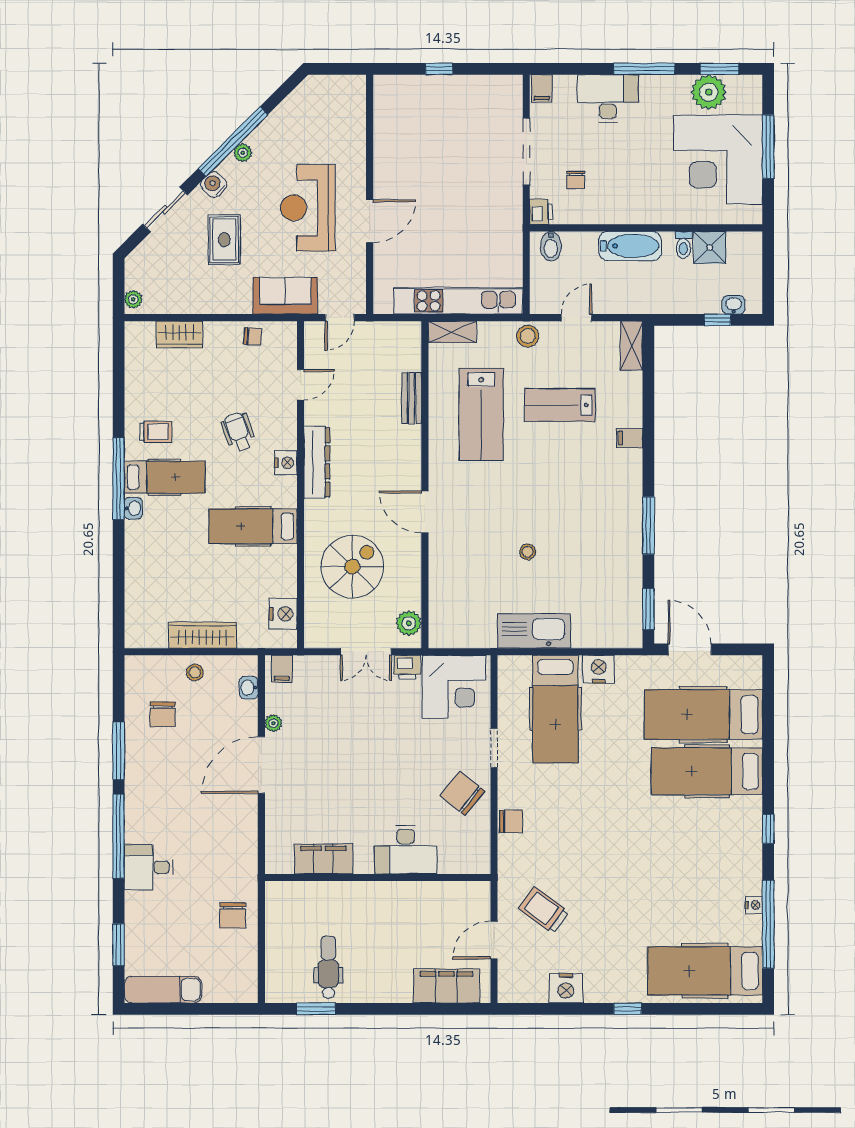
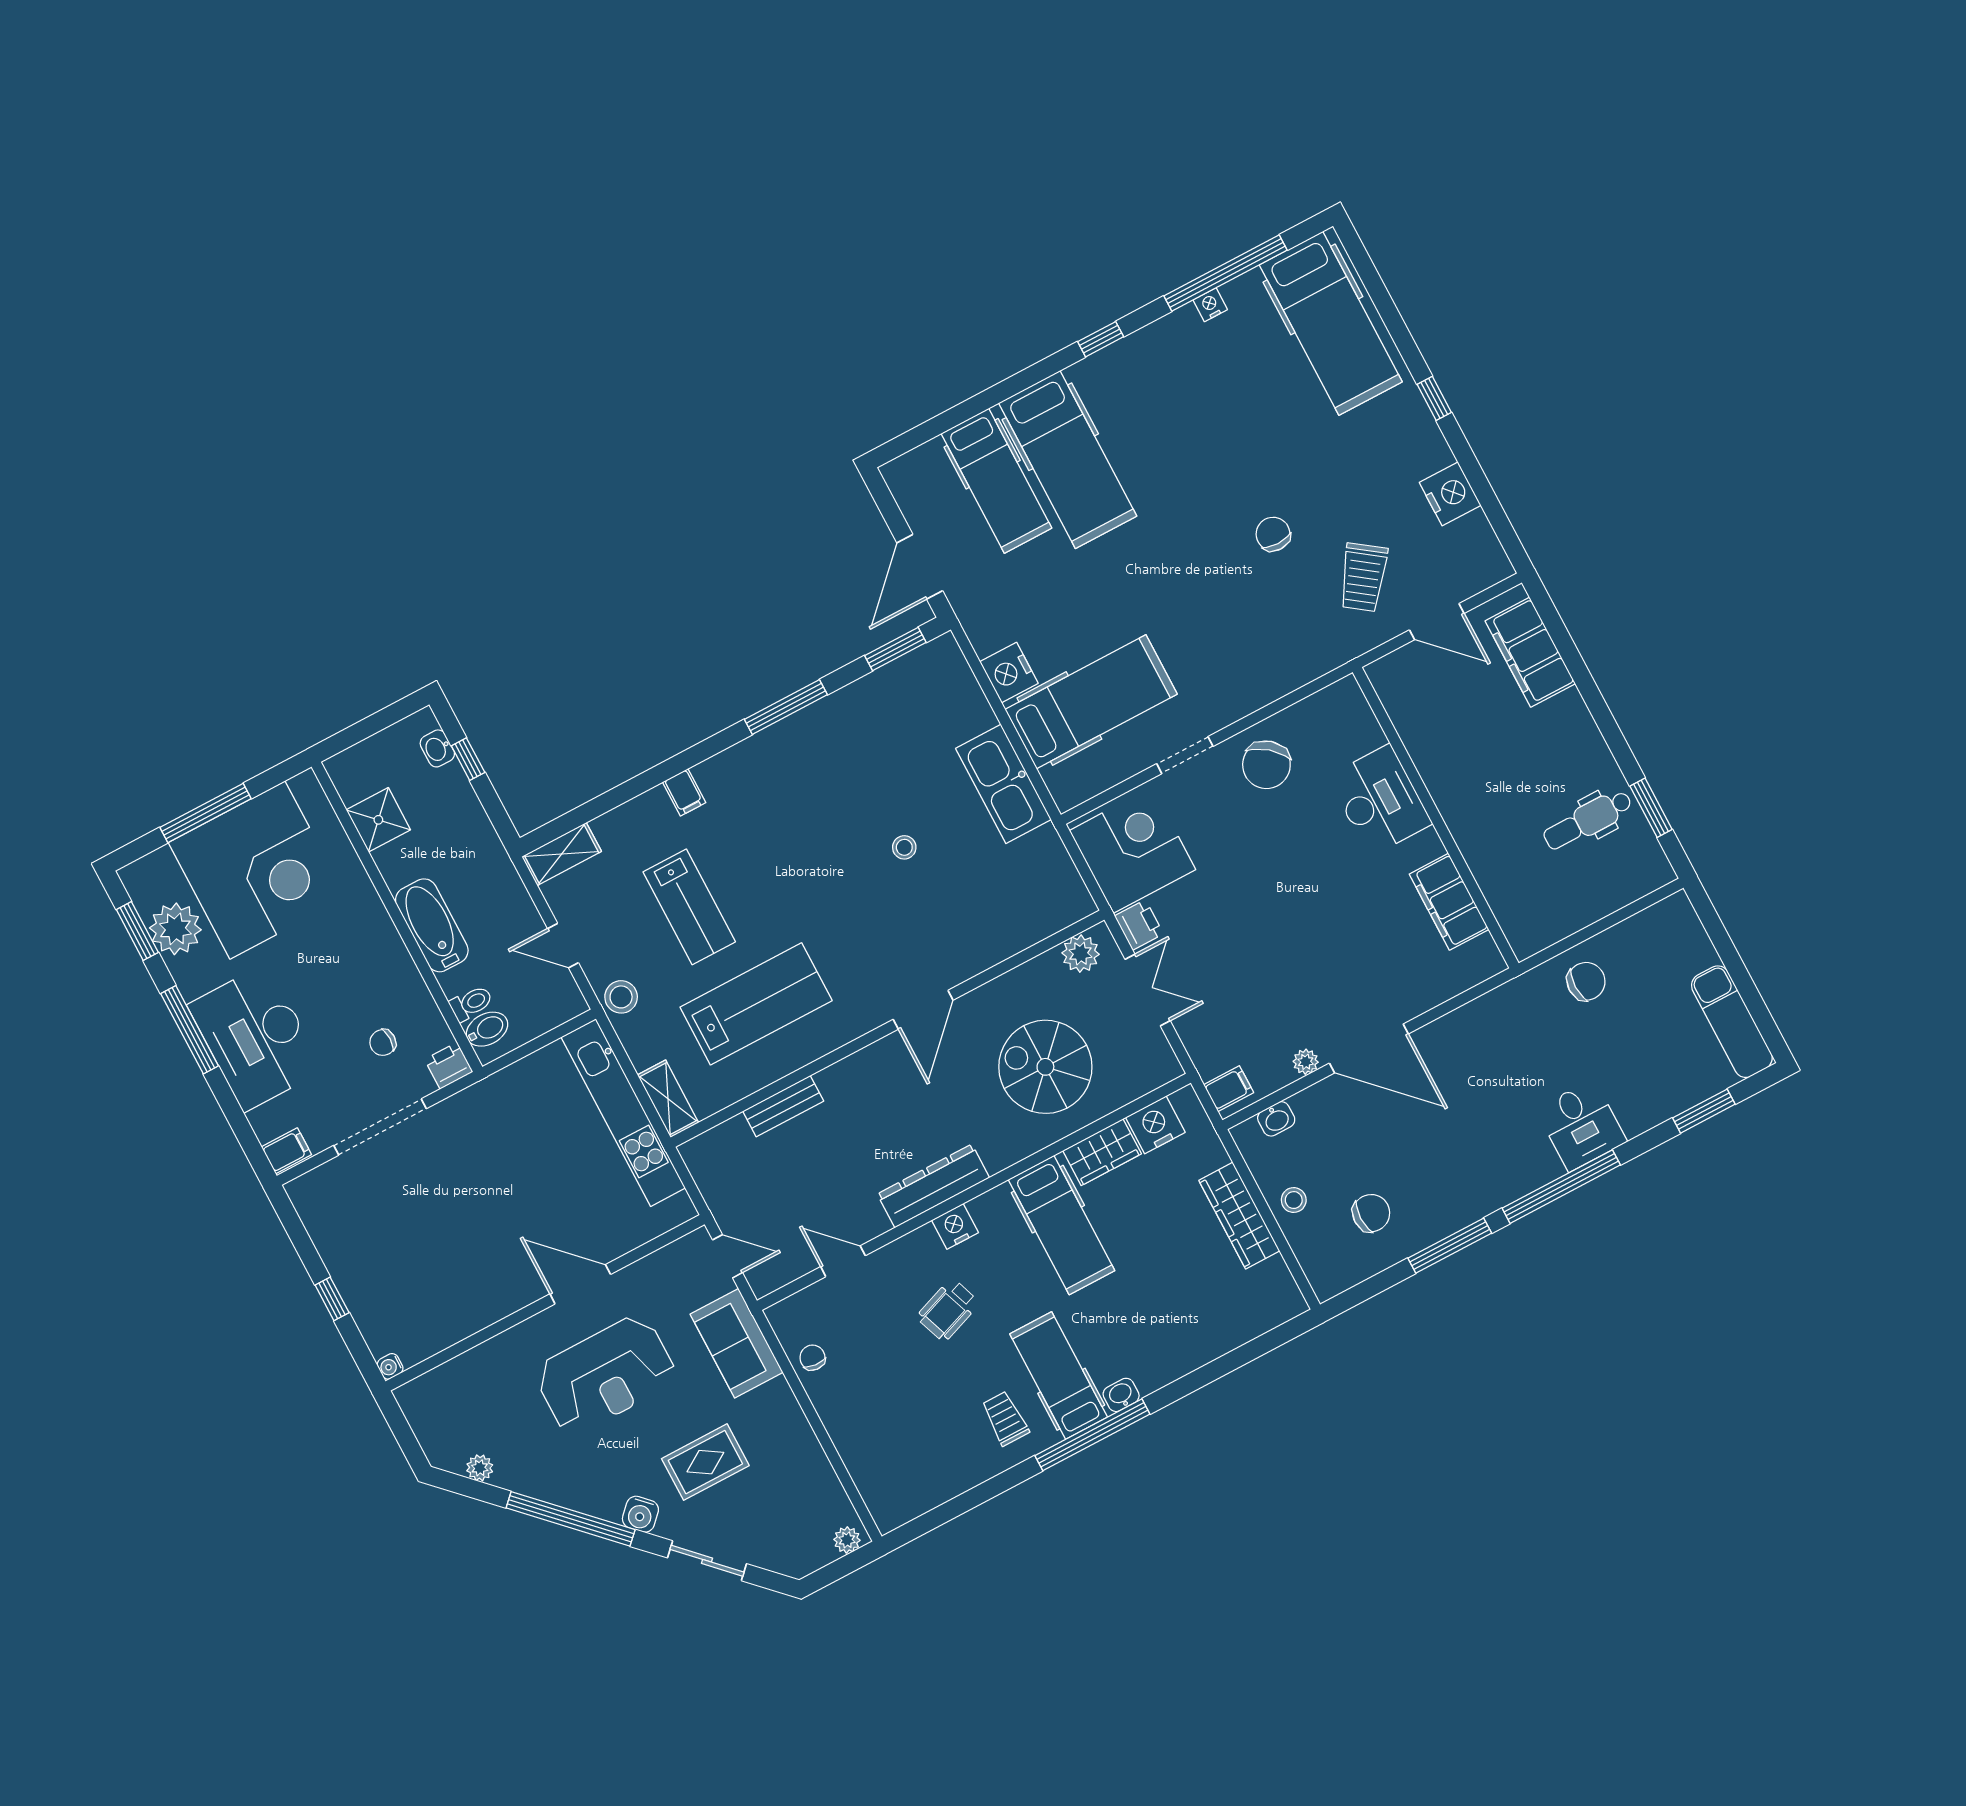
water cooler: (381, 82) -> (390, 1366), added
desk: (608, 98) -> (255, 1038), width x1.36, depth x1.30
plant: (243, 153) -> (480, 1468), moved
chair: (576, 180) -> (383, 1042), turned 180
toilet: (683, 245) -> (471, 1003), moved
wardrobe: (179, 334) -> (1102, 1152), moved, turned 90
hospital bed: (703, 715) -> (996, 481), width x0.73, depth x0.78
chair: (511, 821) -> (1273, 534), moved

